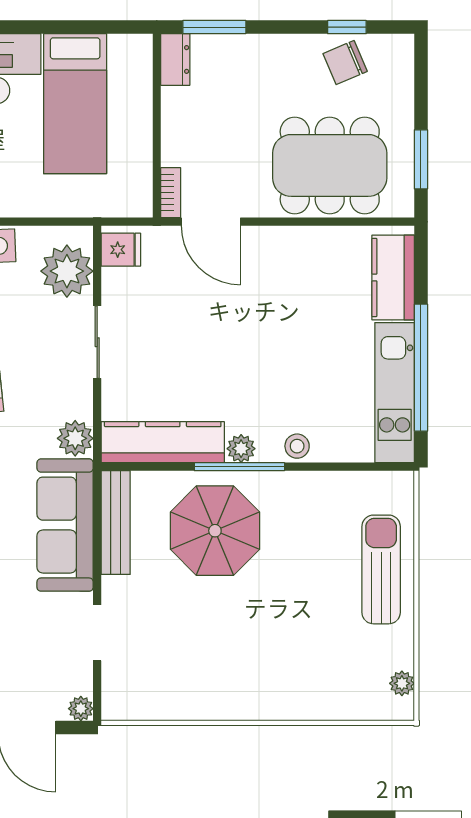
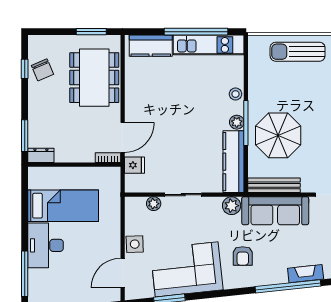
fridge: (121, 250) -> (134, 165), moved, turned 90
plant: (67, 271) -> (154, 204), width x0.53, depth x0.53

